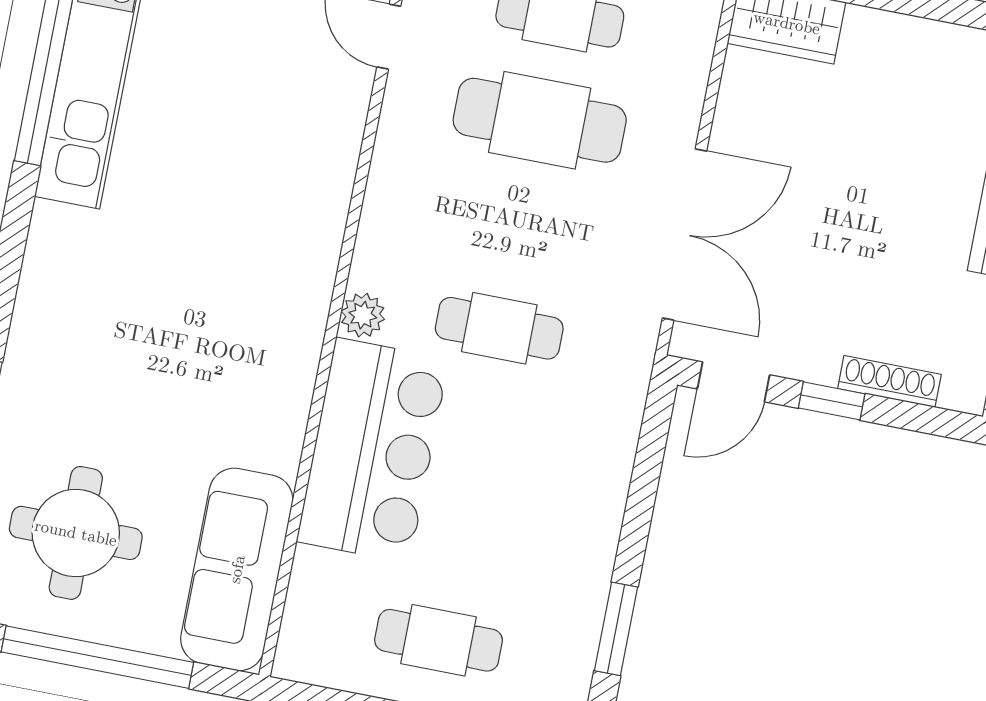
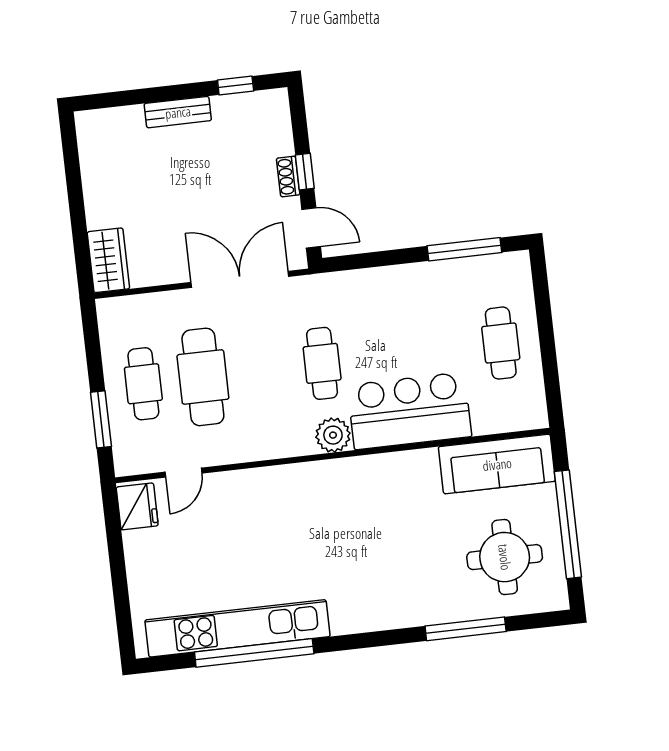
plant: (363, 315) -> (333, 435), width x1.38, depth x1.38
shoe rack: (889, 382) -> (288, 176), moved, width x0.70
window: (616, 629) -> (464, 249), width x1.44

